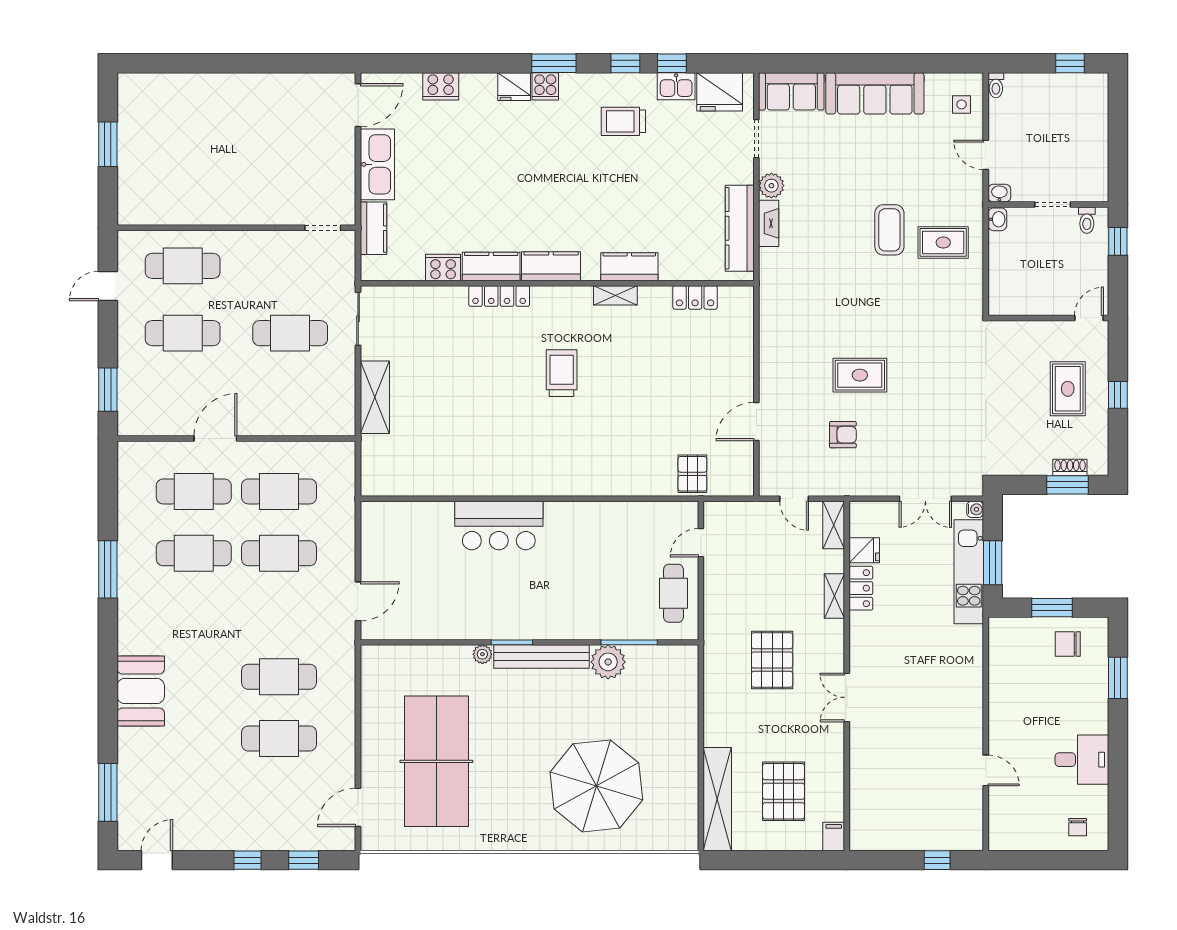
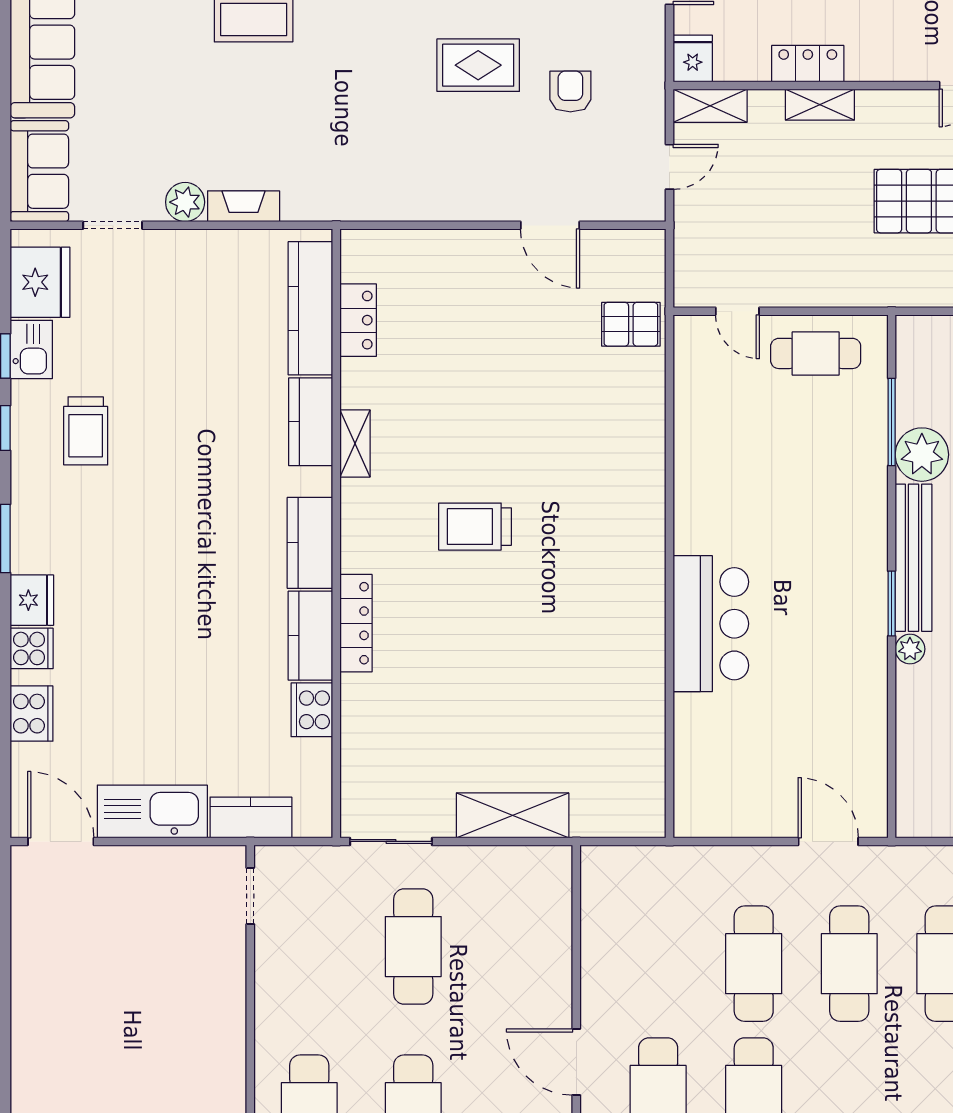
cooker: (545, 86) -> (32, 648), moved
kitchen counter: (740, 228) -> (310, 308), moved, turned 90
rug: (860, 375) -> (478, 65), turned 90
cafe table: (279, 491) -> (849, 964), moved
fridge: (864, 550) -> (693, 58), moved

